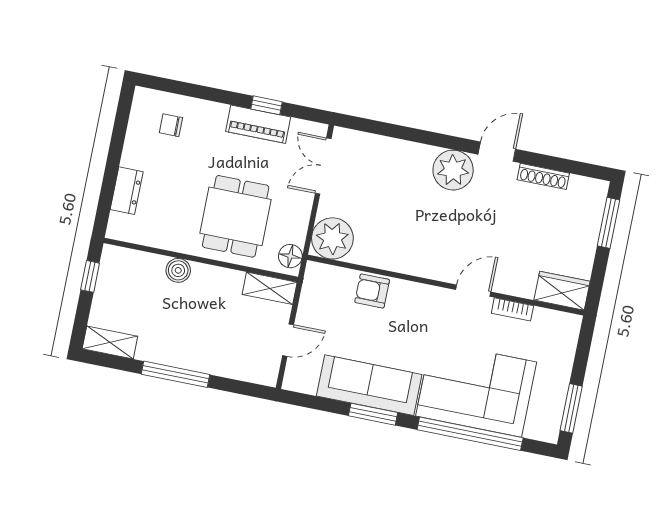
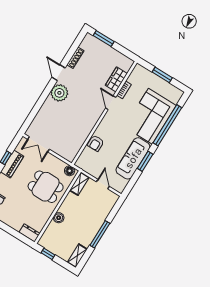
dresser: (127, 191) -> (29, 233), moved
plant: (332, 238) -> (69, 151), removed
wardrobe: (562, 291) -> (116, 79), moved
window: (571, 408) -> (162, 75), moved

